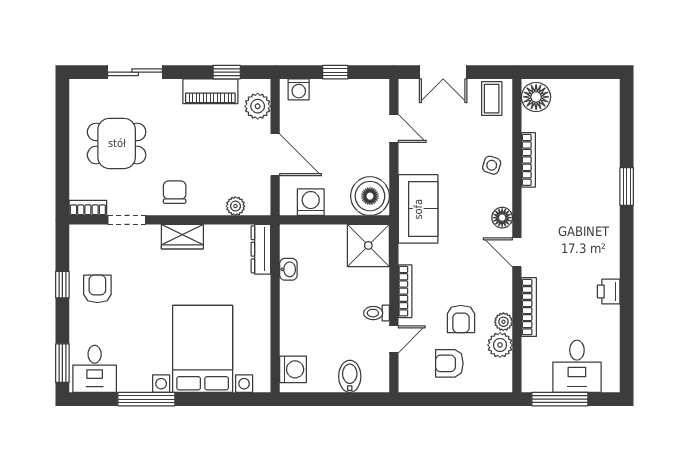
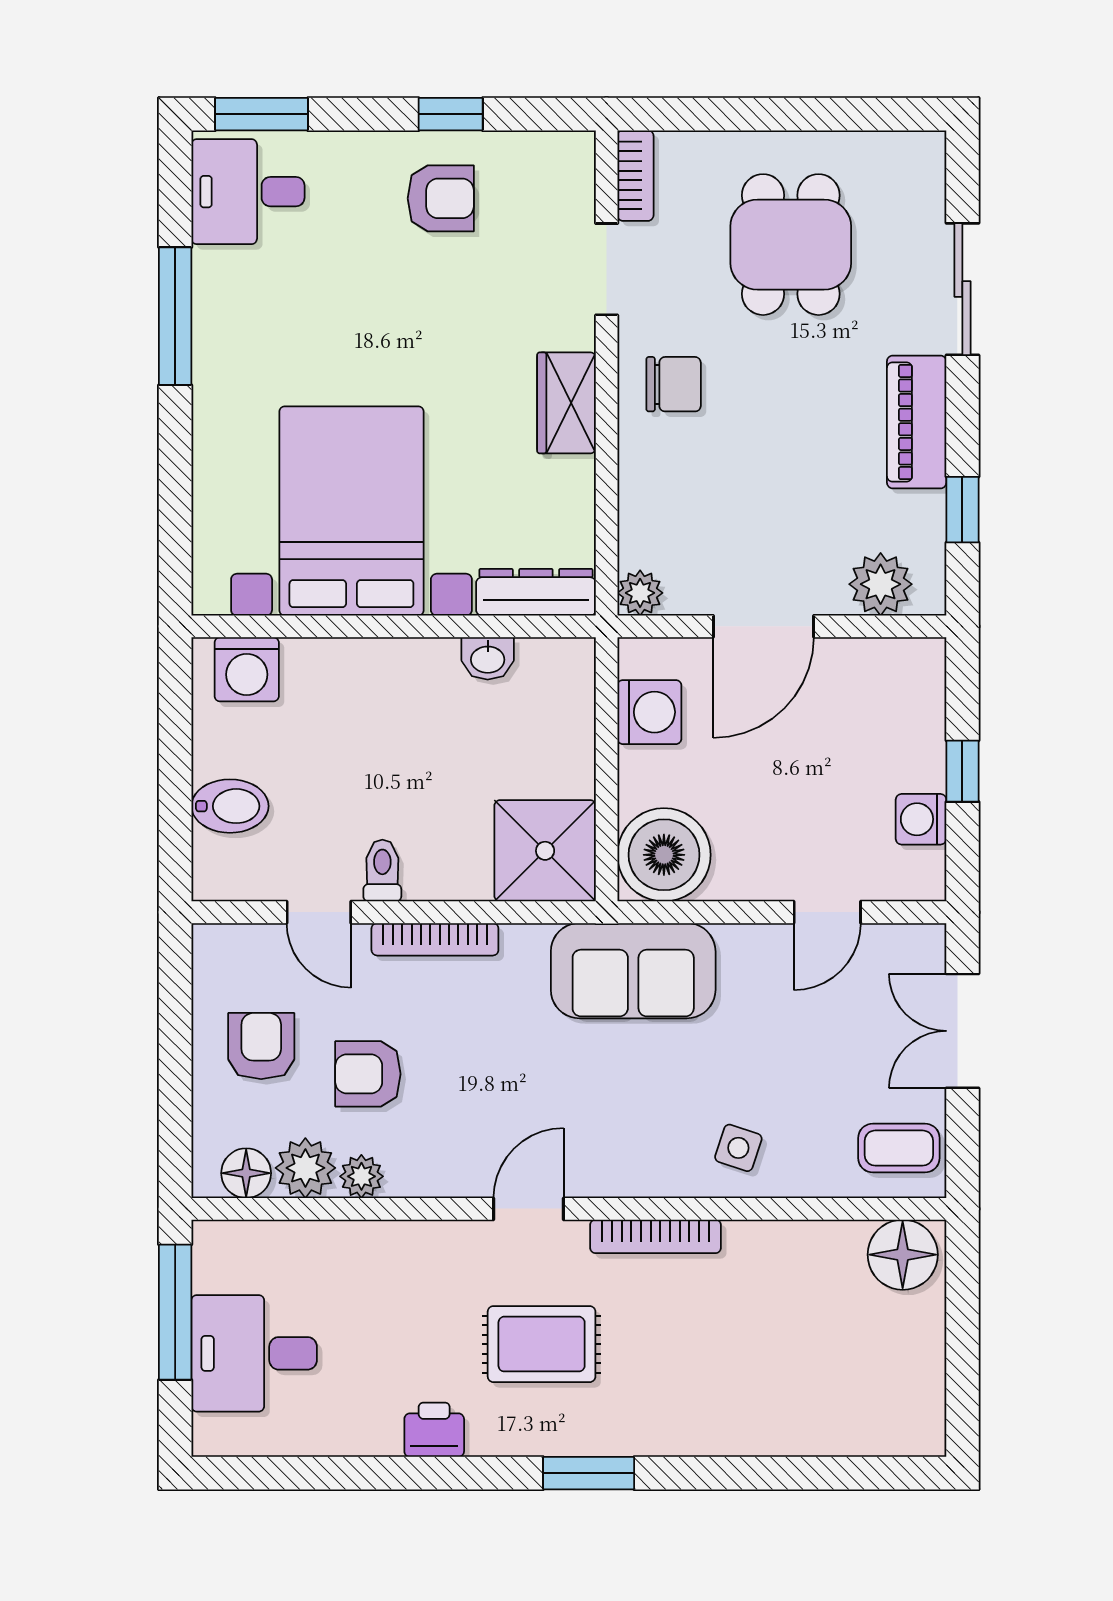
washing machine: (299, 89) -> (921, 819), moved
piano: (210, 91) -> (917, 422), moved
bookcase: (528, 160) -> (656, 1236), moved
window: (627, 186) -> (589, 1473), moved
plant: (235, 206) -> (640, 593), moved
floor lamp: (502, 218) -> (246, 1173), moved
rug: (573, 247) -> (542, 1344), added
bookcase: (529, 307) -> (397, 1238), removed
bed with nightstands: (203, 349) -> (351, 511), moved, turned -90

